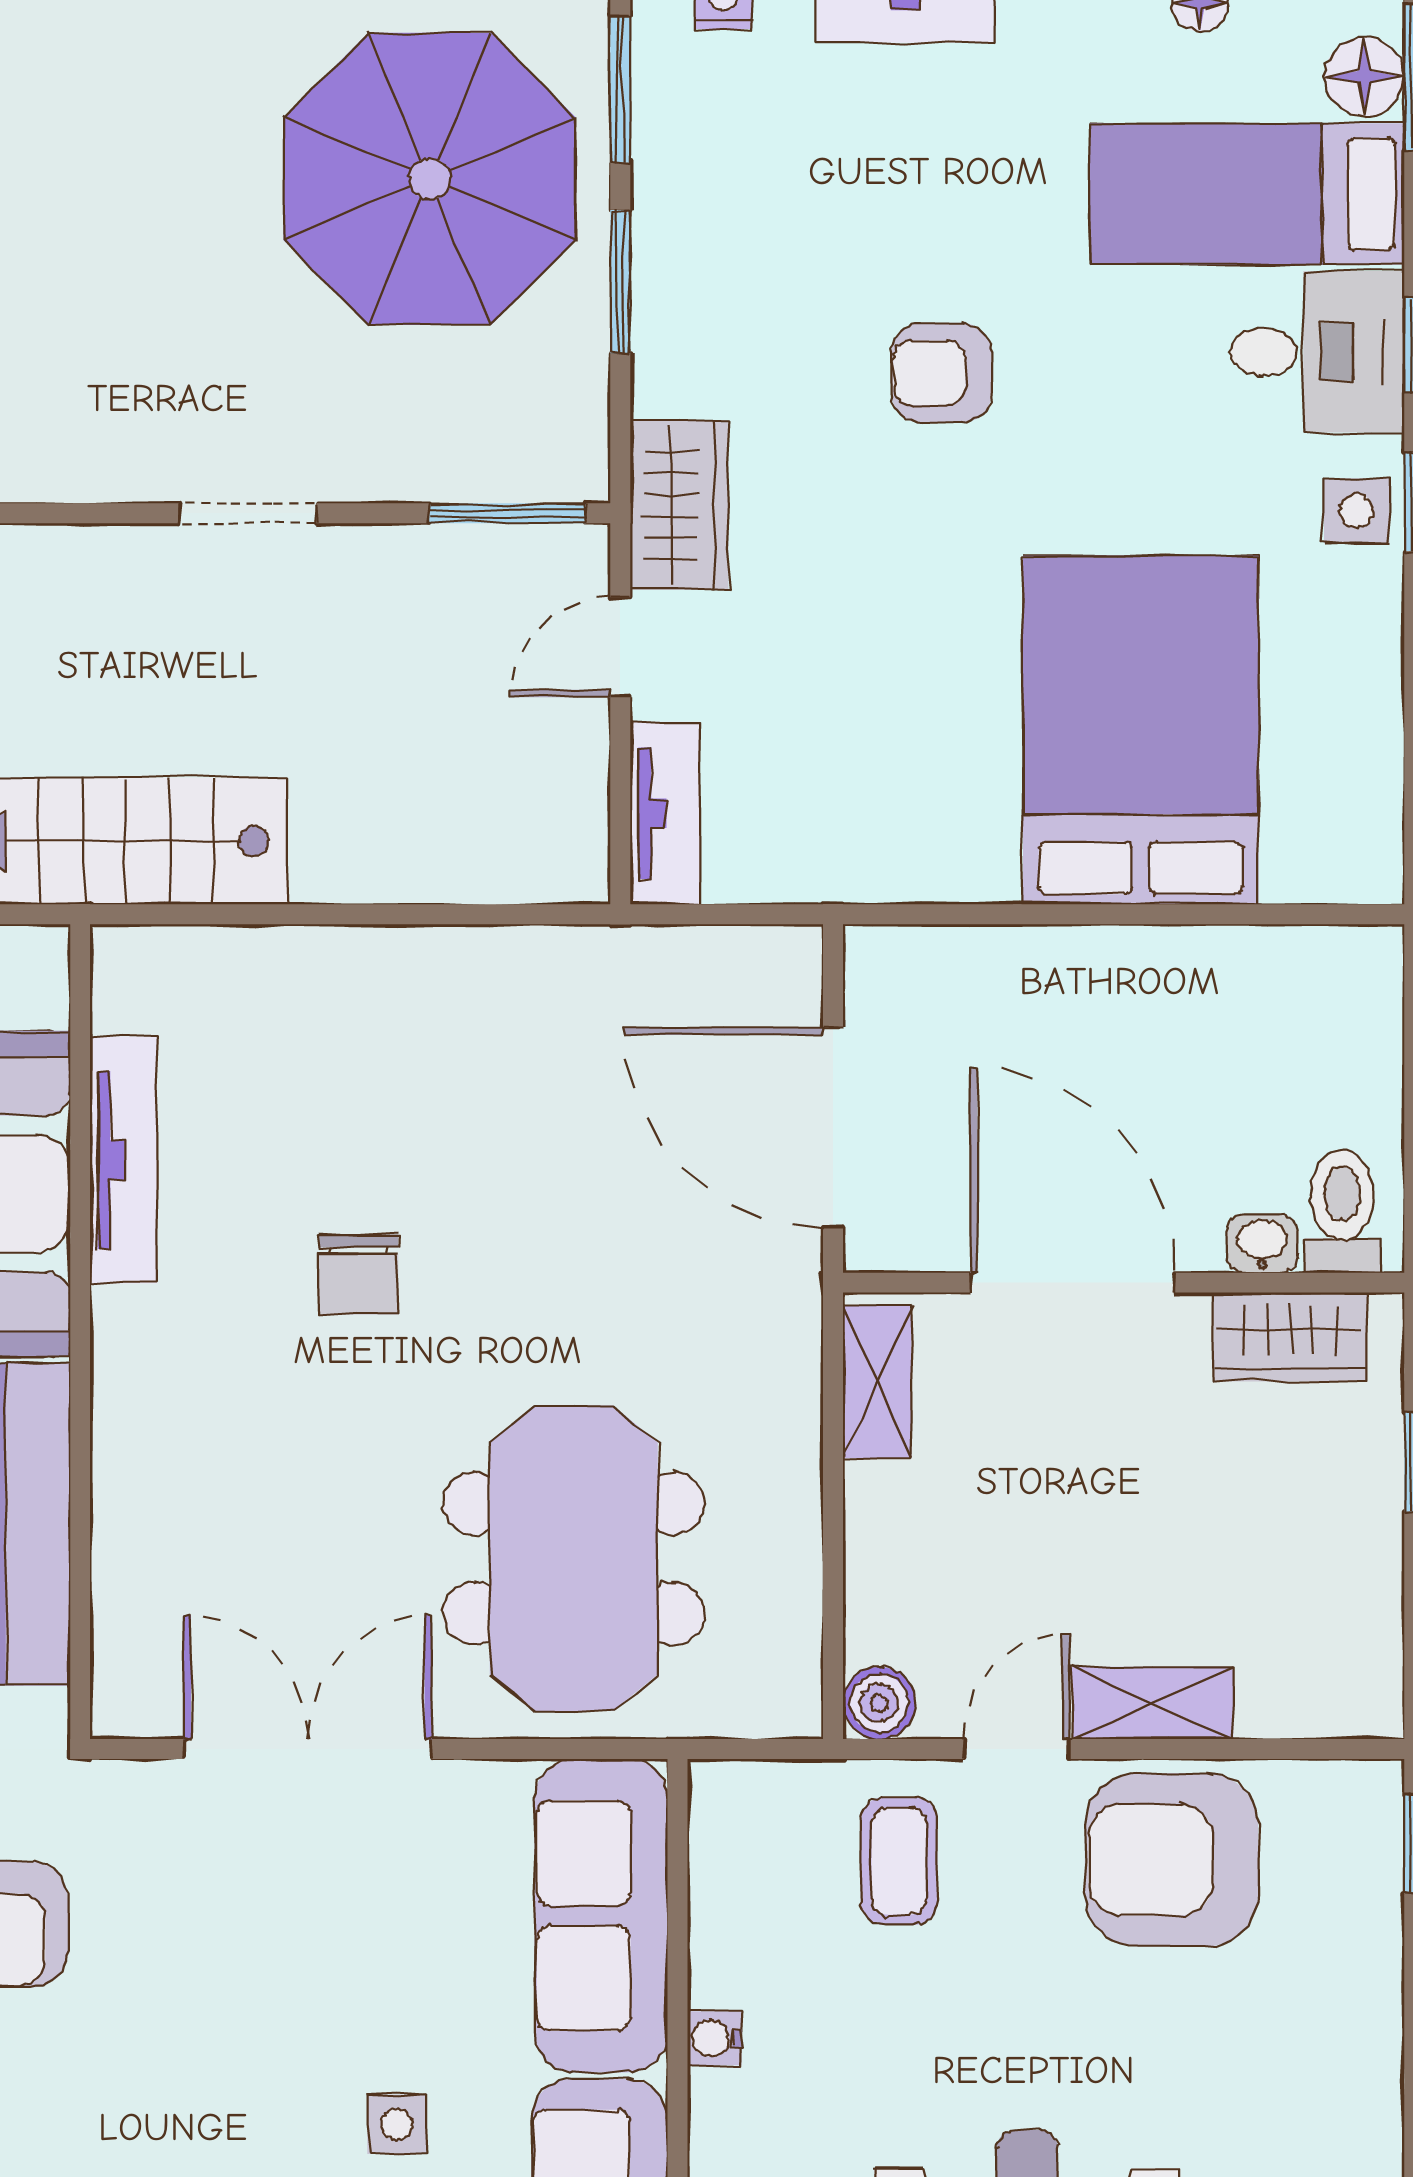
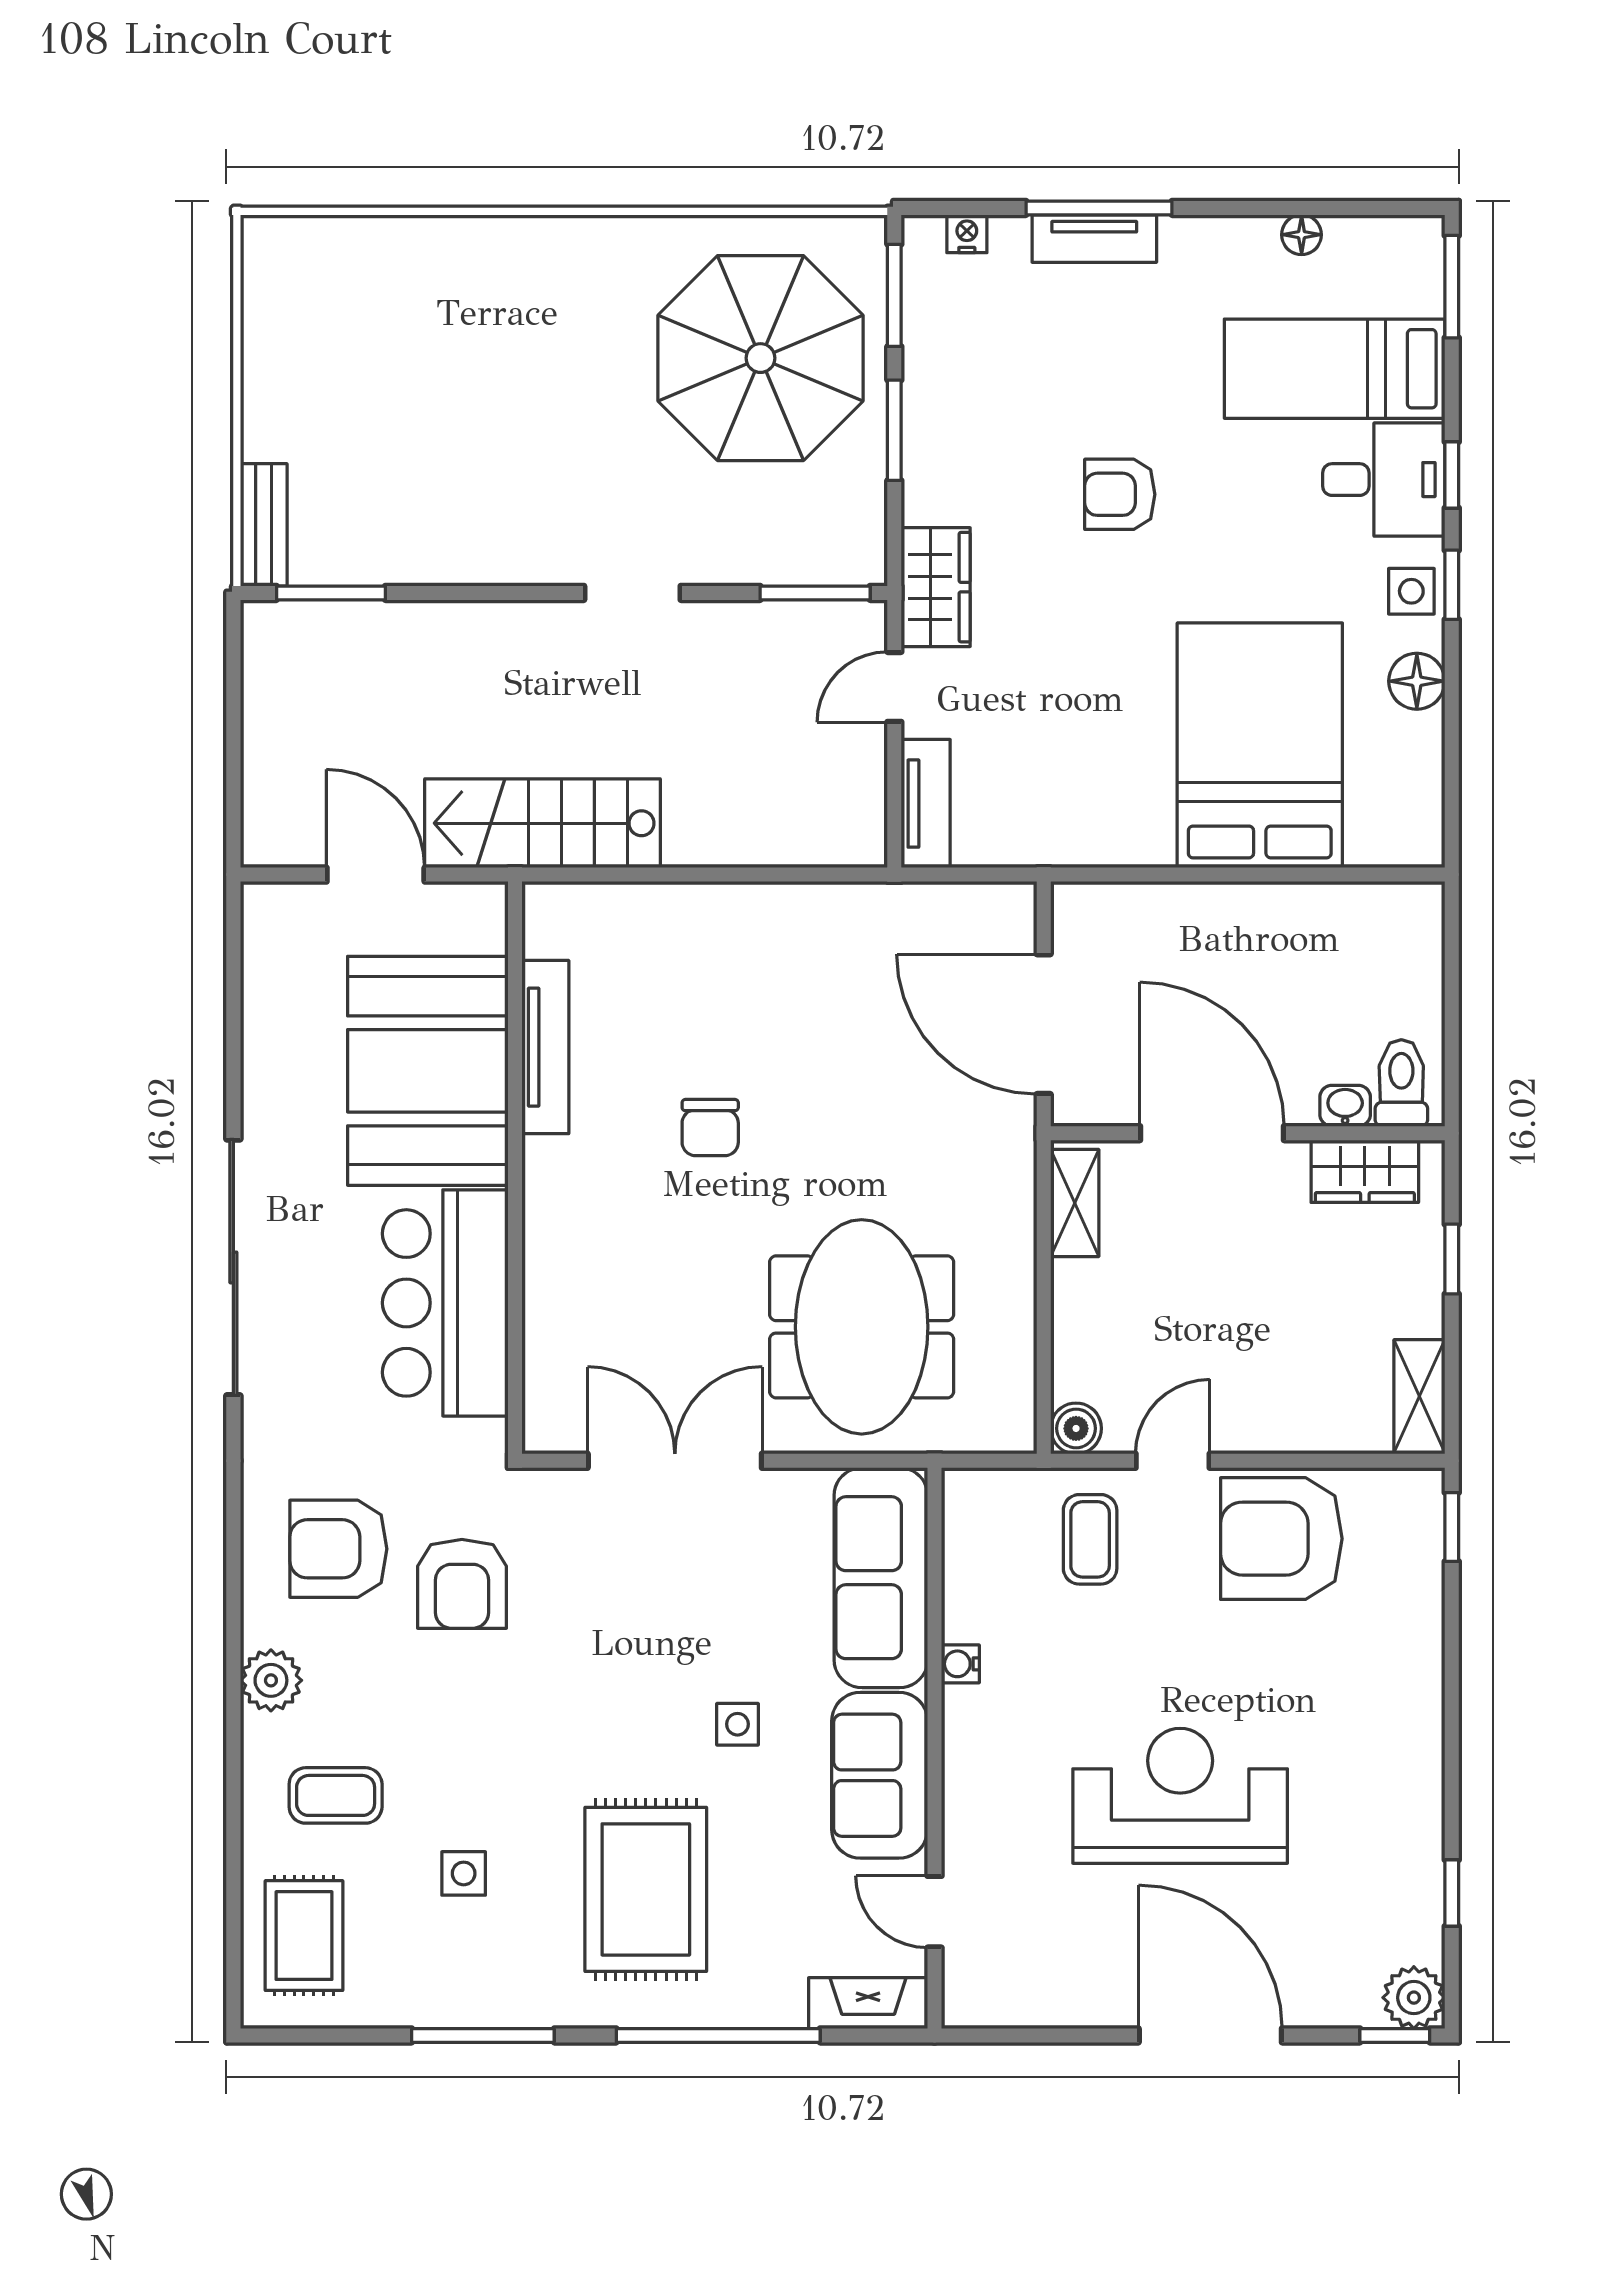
floor lamp: (1364, 77) -> (1417, 681), moved
shelving: (1153, 1703) -> (1419, 1396), moved, turned 90

